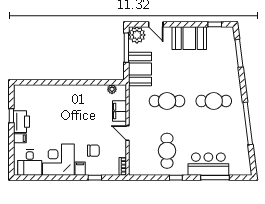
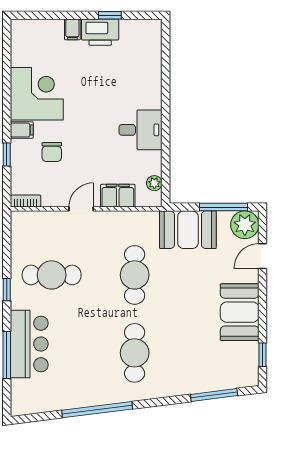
desk: (30, 163) -> (141, 130), moved, turned 180

